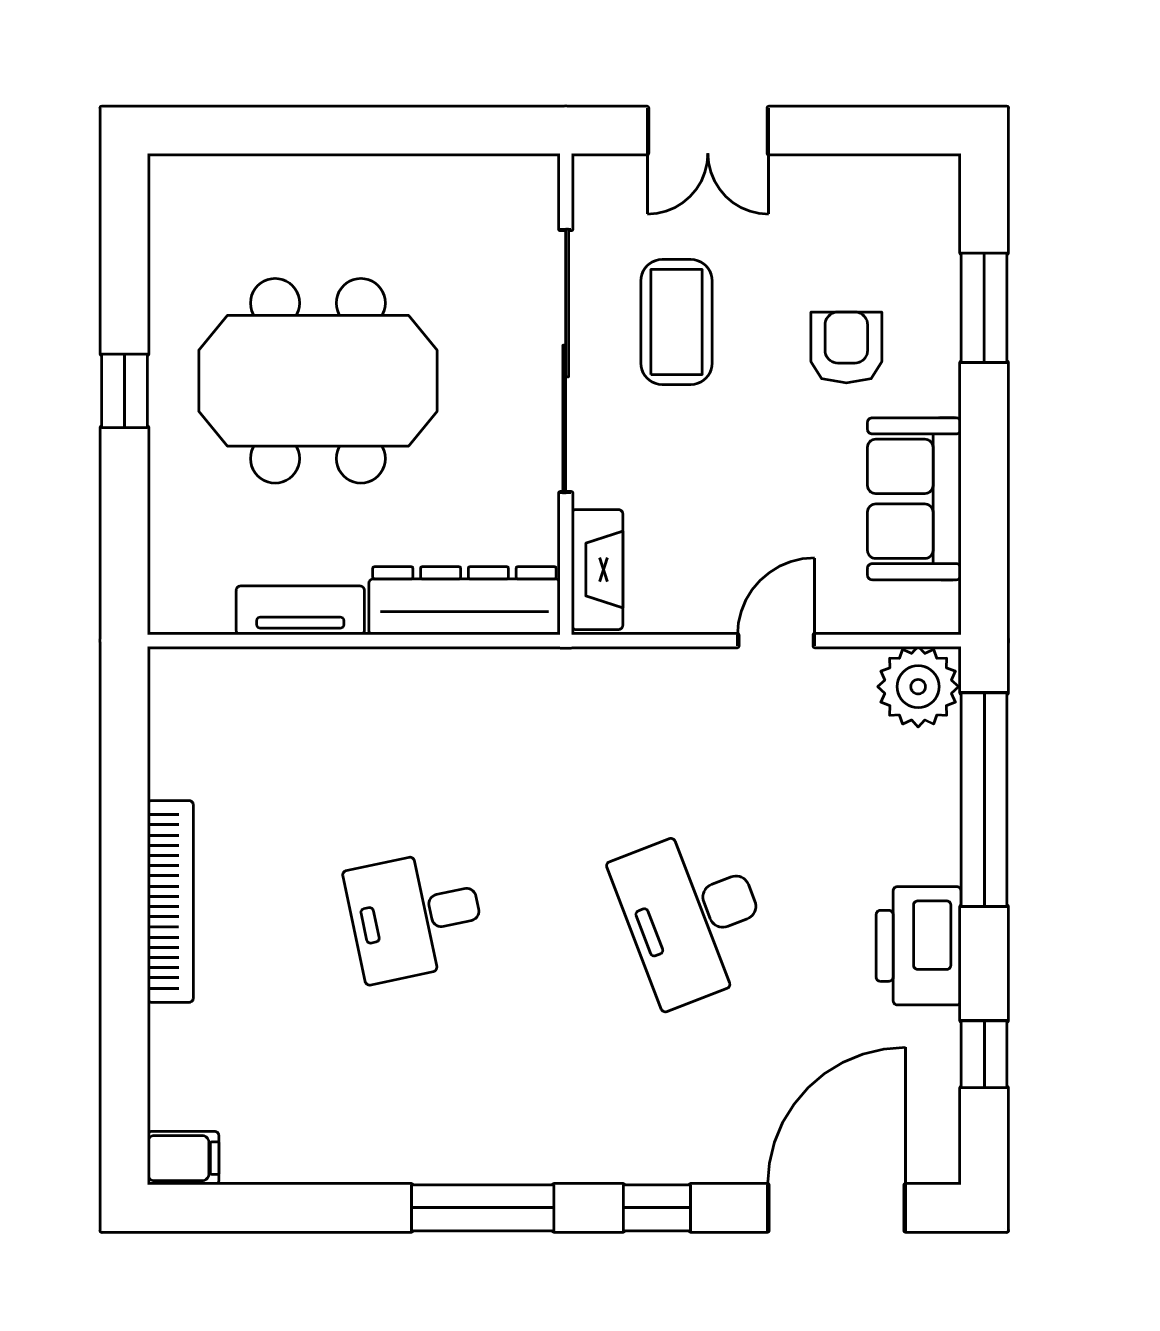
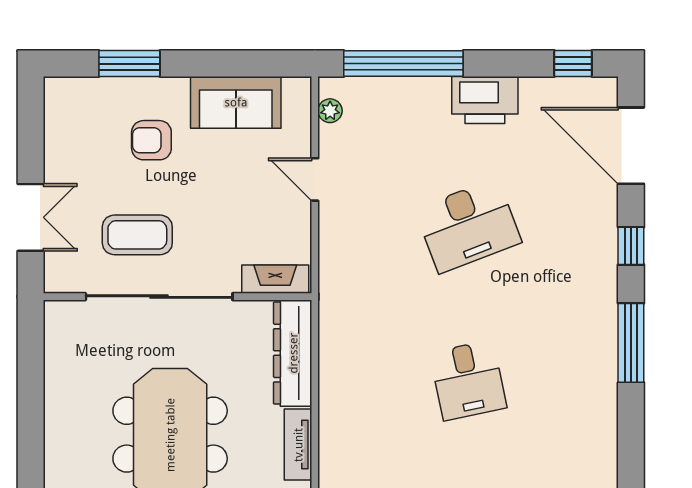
plant: (918, 687) -> (330, 111), width x0.53, depth x0.53
window: (984, 1054) -> (573, 64), moved

